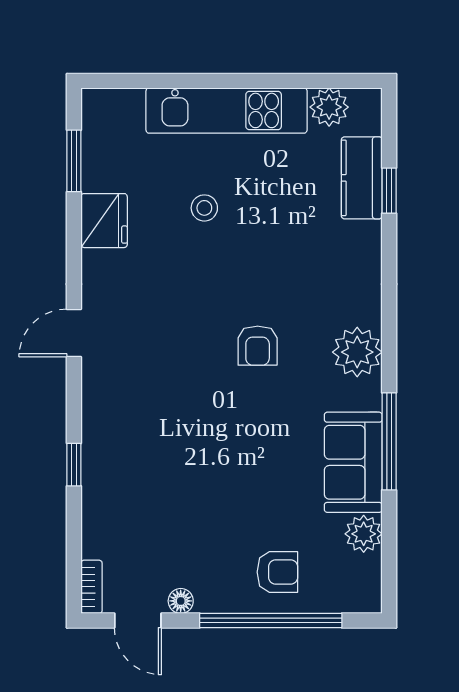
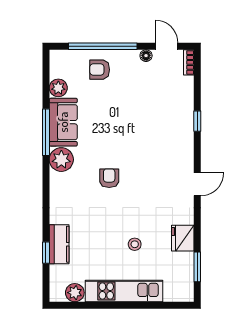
kitchen counter: (362, 178) -> (59, 244), moved
plant: (357, 352) -> (61, 160), moved

